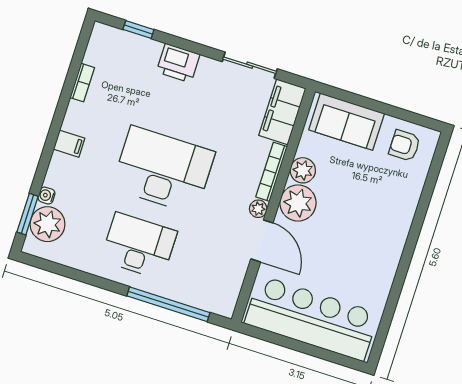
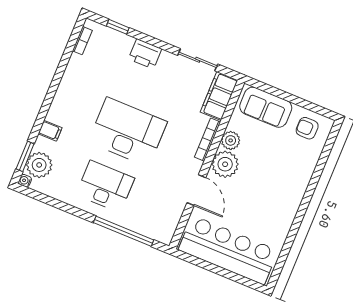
bookcase: (82, 83) -> (82, 41), moved
filing cabinet: (69, 144) -> (50, 131), moved
water cooler: (47, 196) -> (25, 181), moved
plant: (258, 209) -> (195, 166), removed

